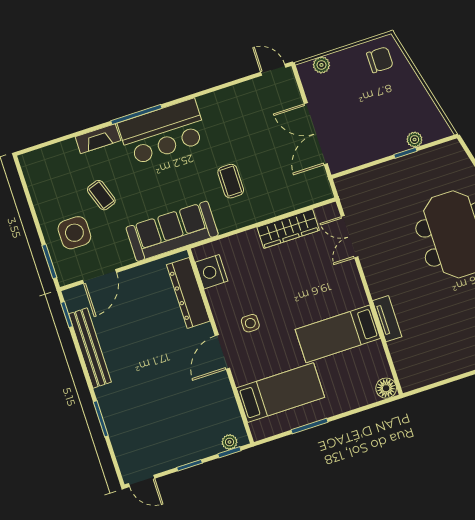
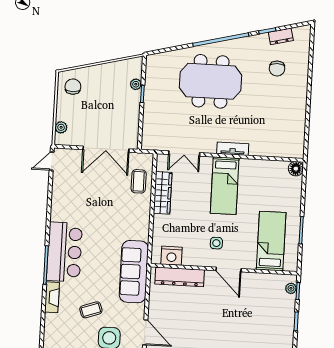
coffee table: (231, 181) -> (139, 181), moved, turned 90
tv unit: (387, 319) -> (233, 149), moved
bed: (338, 334) -> (225, 186), moved

